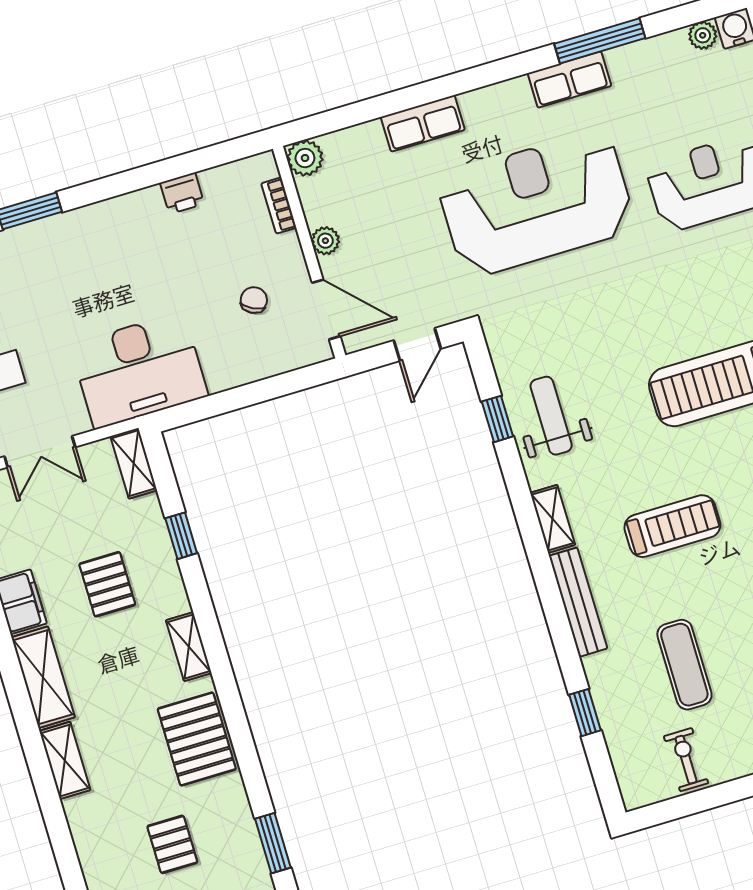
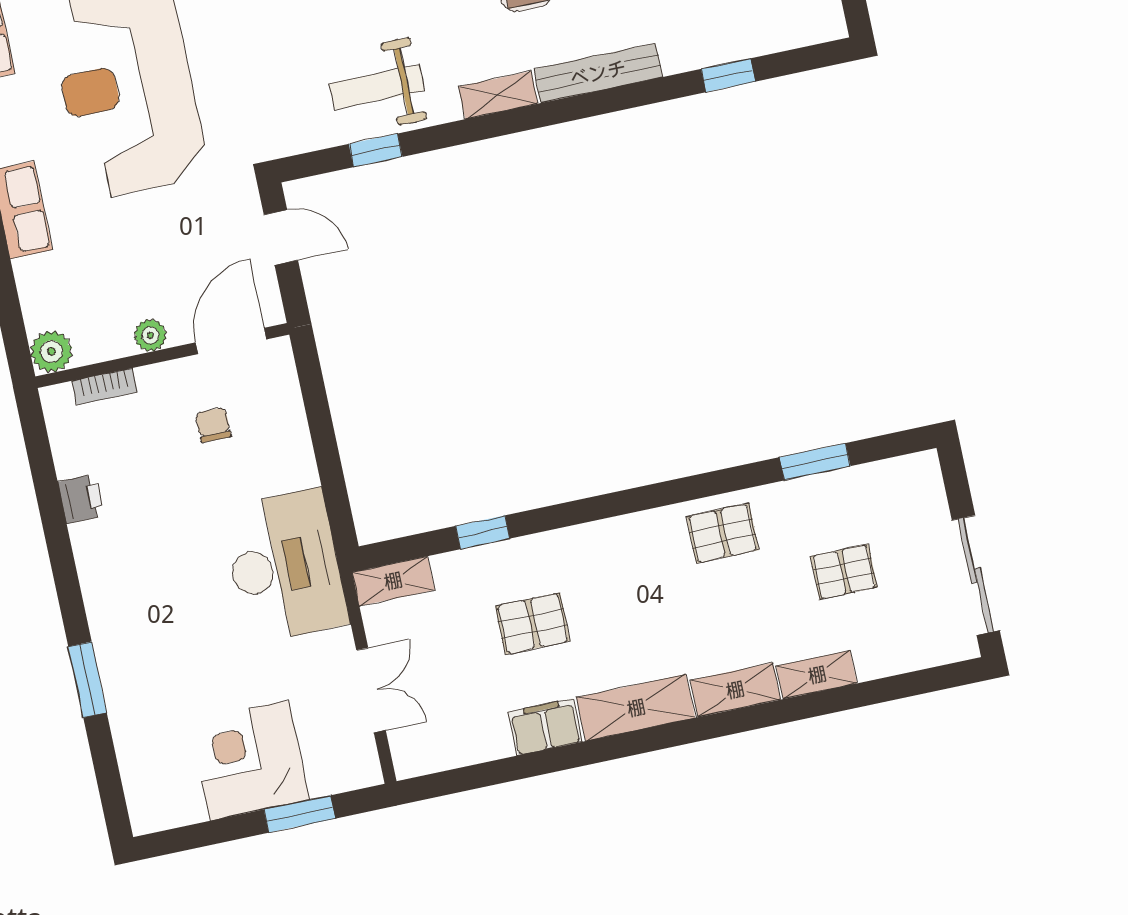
chair: (254, 300) -> (213, 425), turned 63
shelving: (189, 647) -> (817, 675), moved
pallet: (197, 739) -> (723, 533), width x0.67, depth x0.71
window: (273, 843) -> (815, 462), moved

